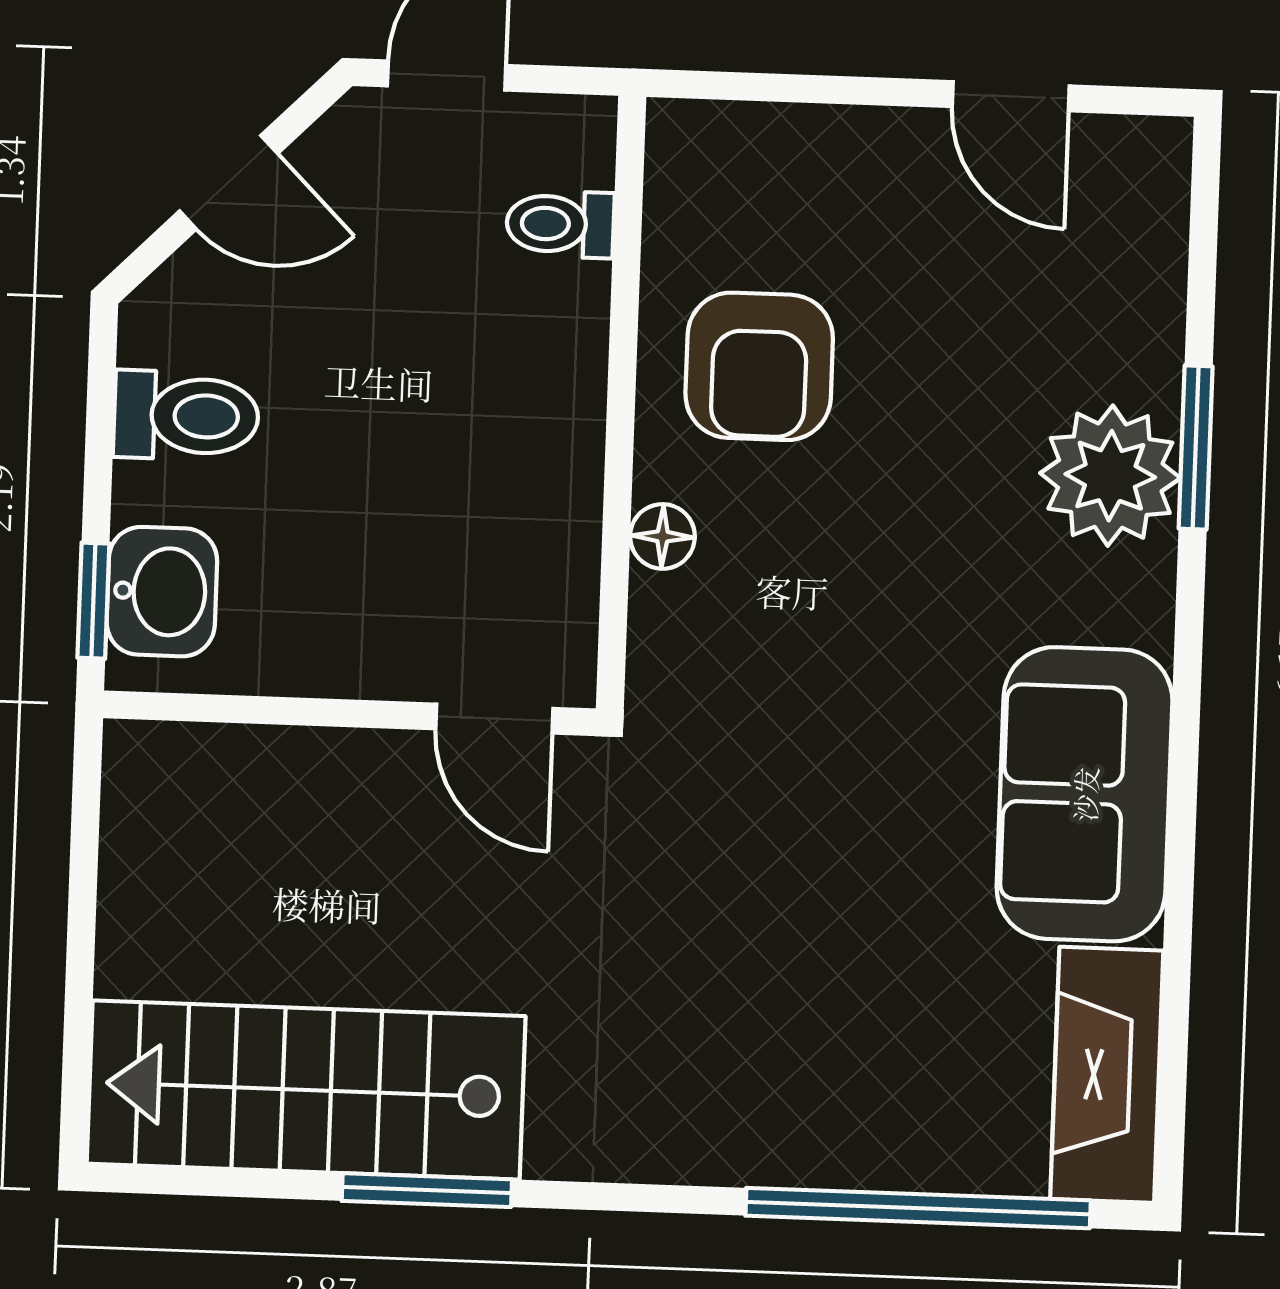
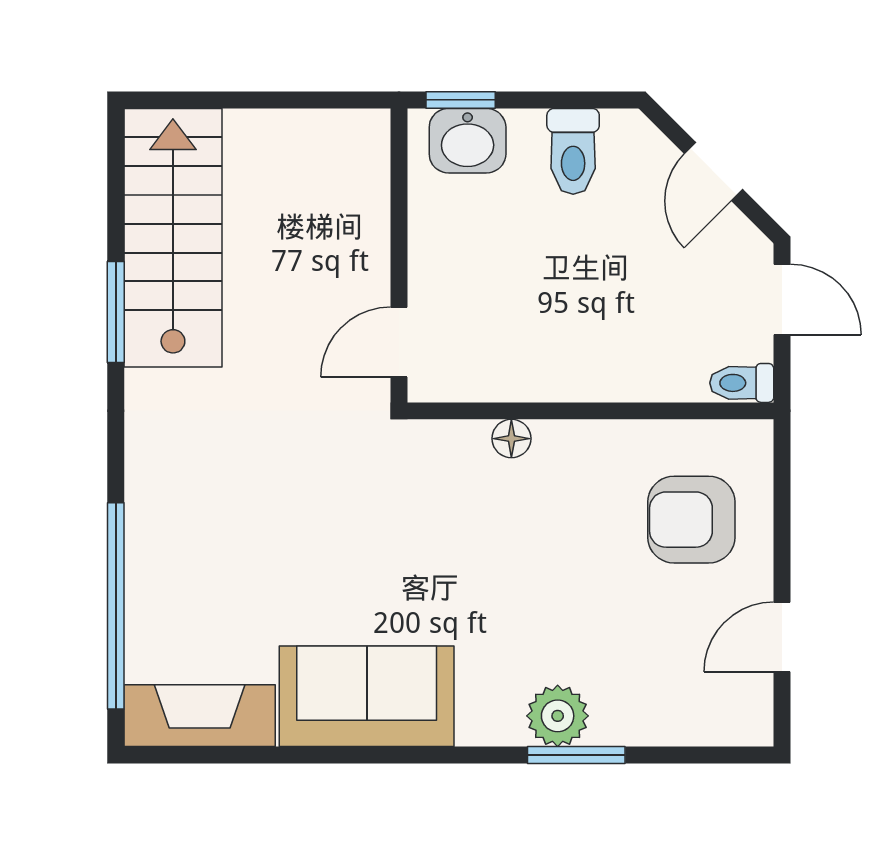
toilet: (560, 224) -> (742, 383), moved, turned -90
armchair: (759, 366) -> (691, 520), moved
plant: (1110, 476) -> (558, 716), width x0.73, depth x0.73

